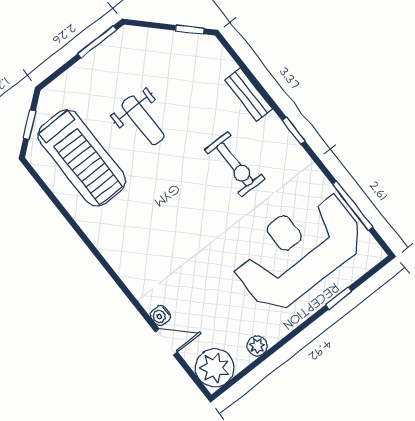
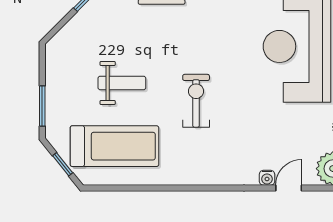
window: (97, 42) -> (42, 106), moved
exercise bike: (235, 164) -> (196, 101), moved, turned -90

